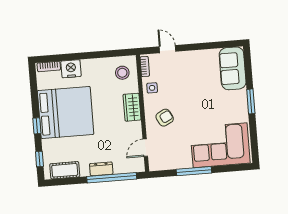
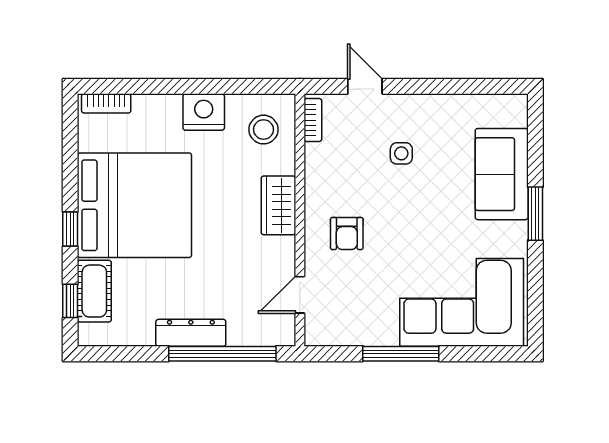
sofa: (233, 68) -> (502, 174), moved
nightstand: (71, 69) -> (204, 112), moved
side table: (152, 88) -> (401, 153), moved
armchair: (165, 118) -> (347, 234), turned 117
dresser: (101, 169) -> (191, 333), width x1.44
cot: (65, 170) -> (94, 291), moved, turned 90

